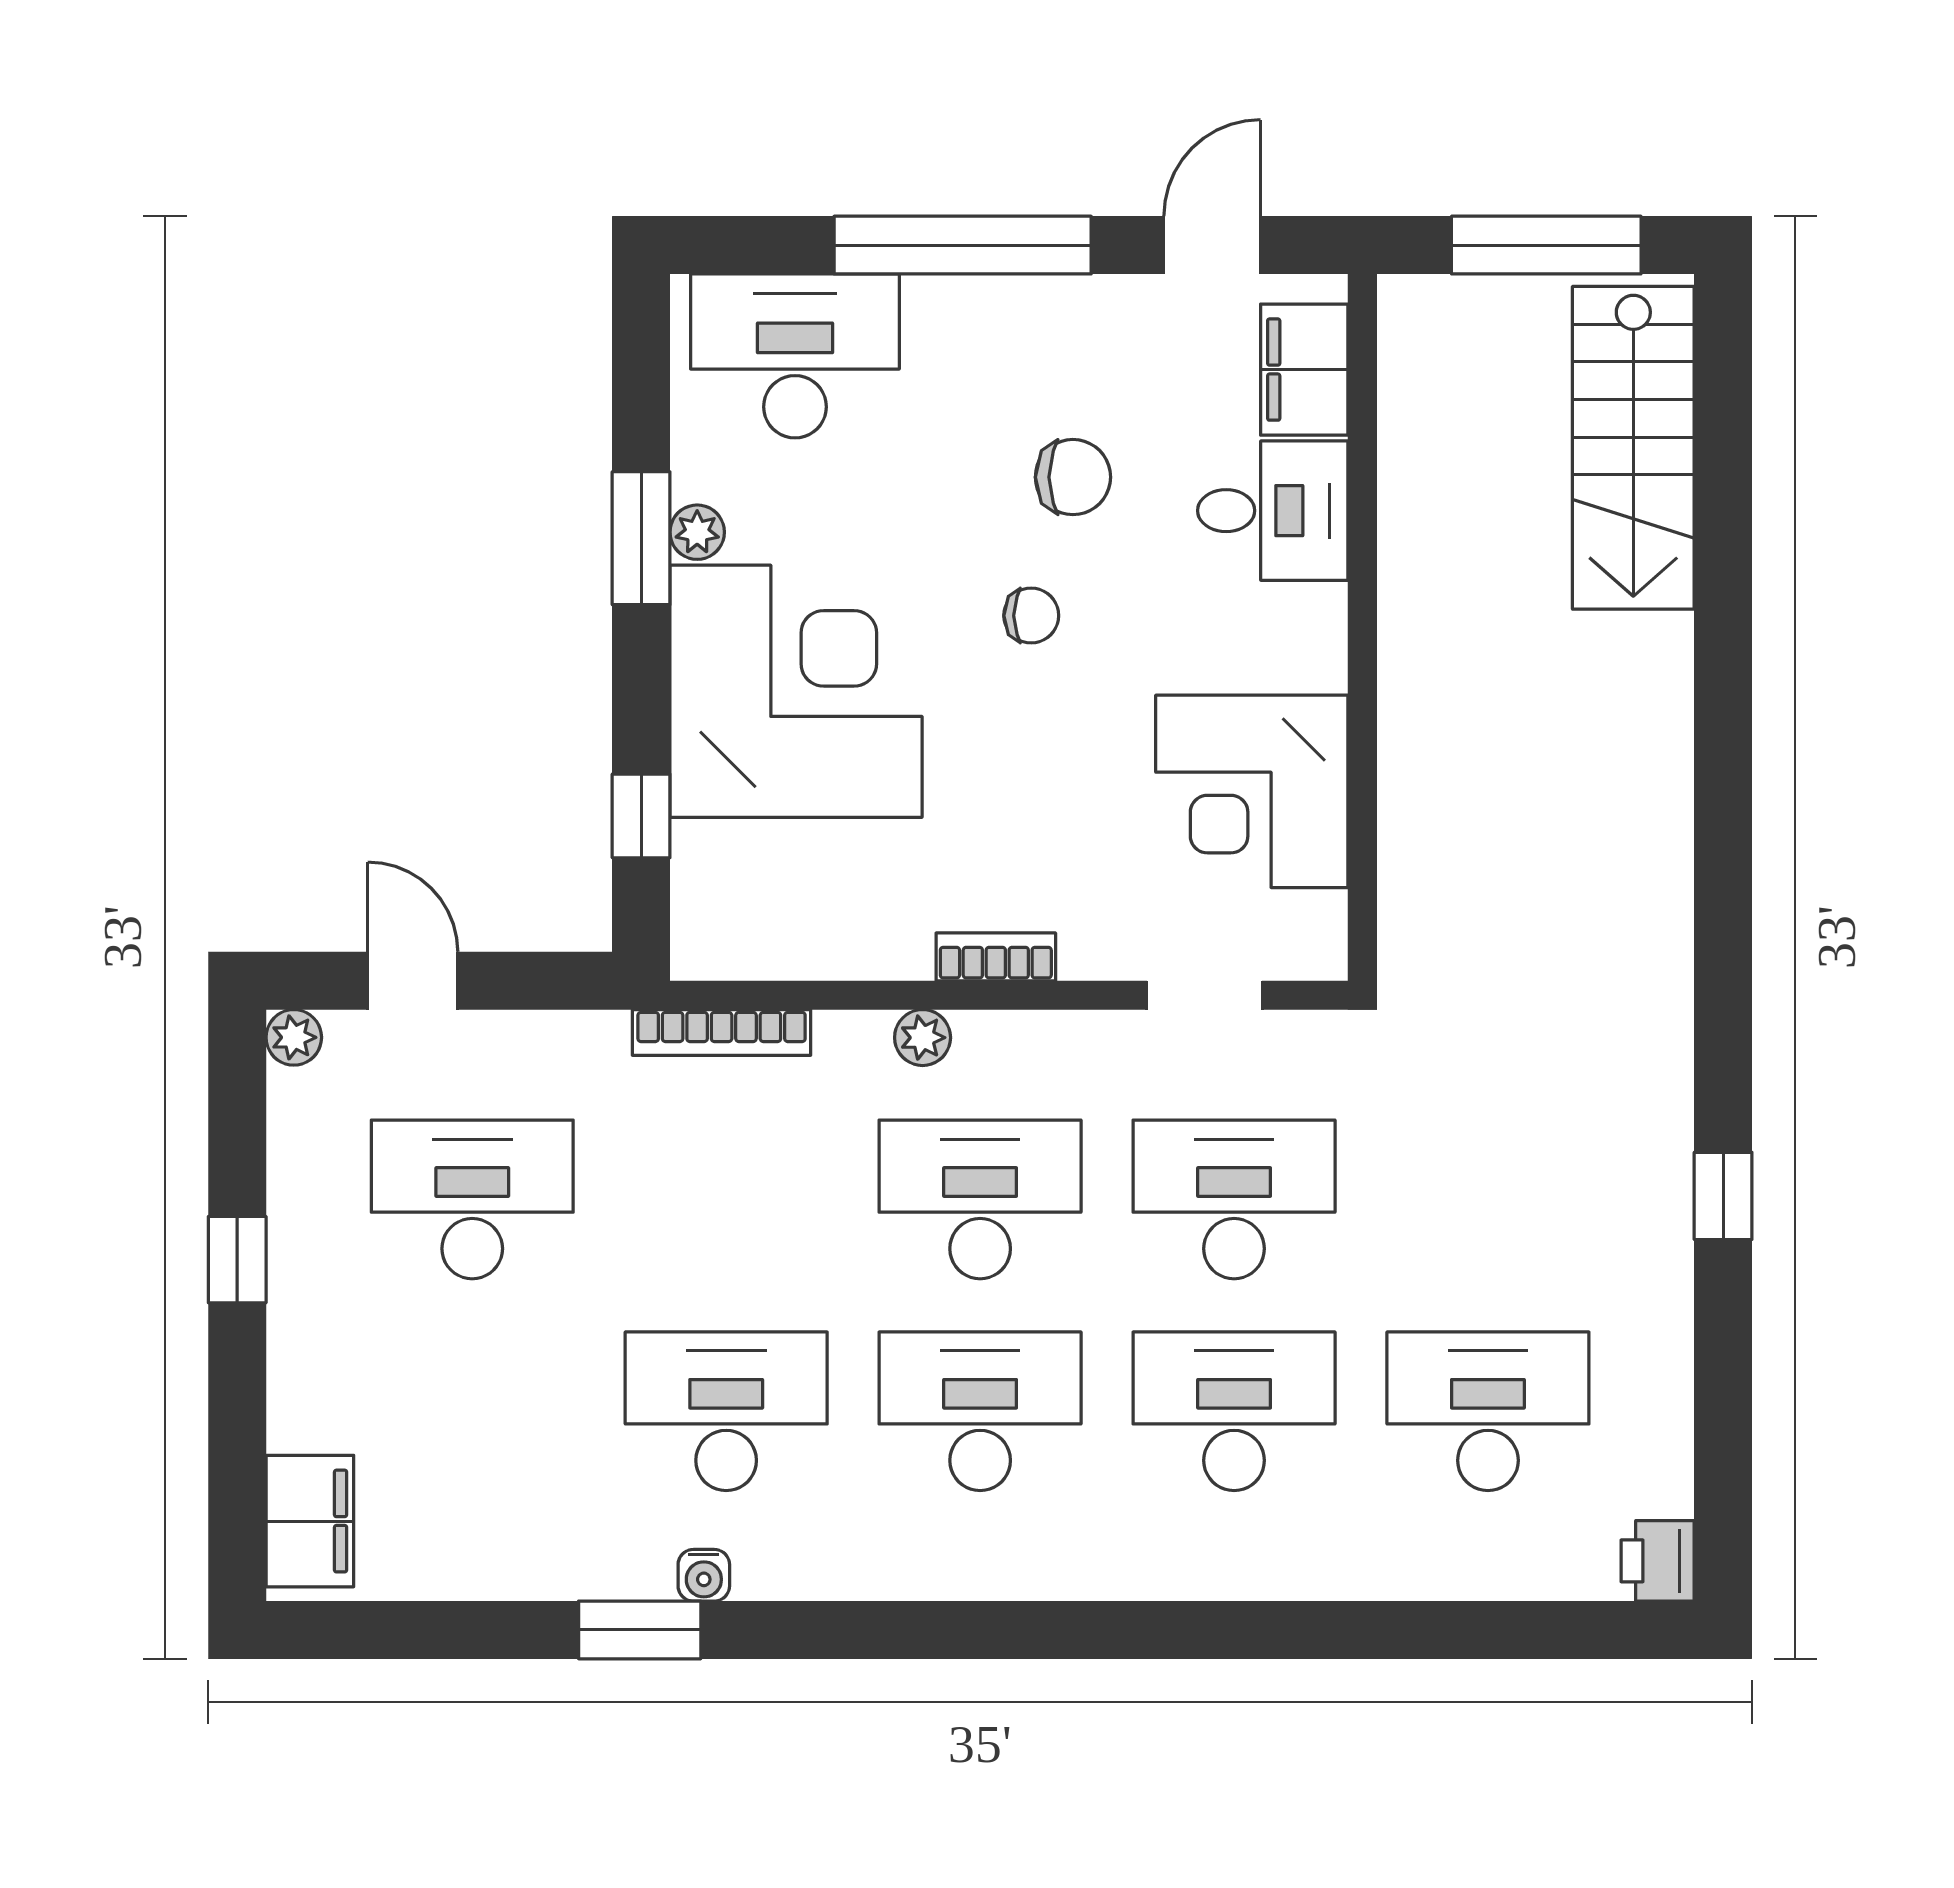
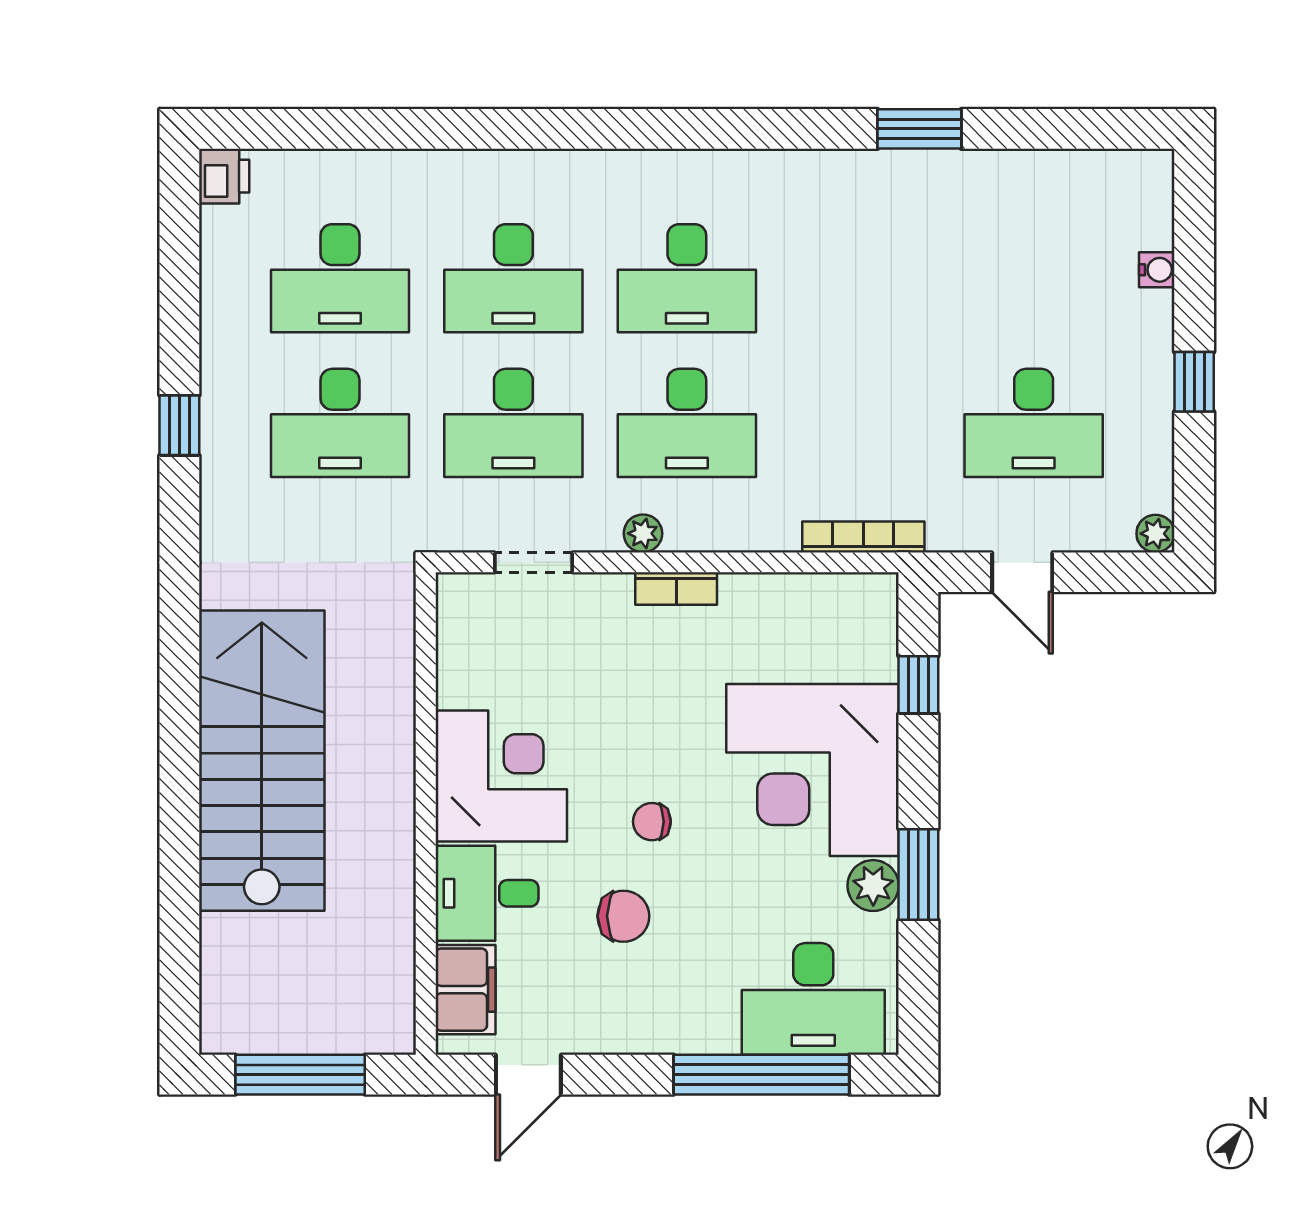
window: (963, 245) -> (761, 1075), moved
stairs: (1633, 448) -> (262, 761), moved, width x1.36, depth x1.51
chair: (1073, 477) -> (623, 916), turned 180
plant: (697, 532) -> (873, 886), width x1.38, depth x1.38
corner desk: (1252, 791) -> (501, 776), moved
door: (413, 981) -> (1022, 572), moved
plant: (923, 1038) -> (643, 533), moved
desk: (726, 1411) -> (340, 423), moved
filing cabinet: (310, 1521) -> (1145, 203), removed
water cooler: (704, 1575) -> (1157, 270), moved, turned 90

